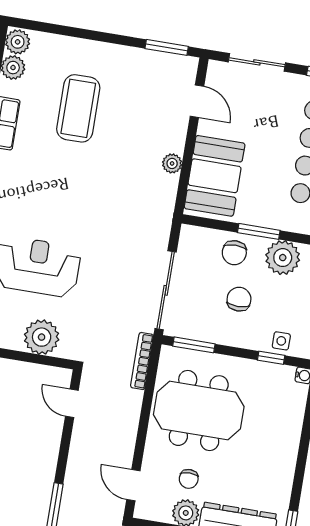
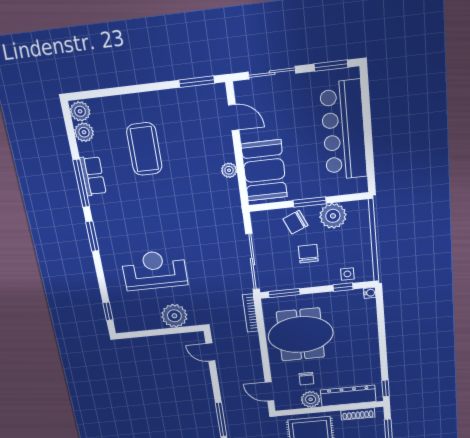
chair: (234, 253) -> (295, 222), turned 67

